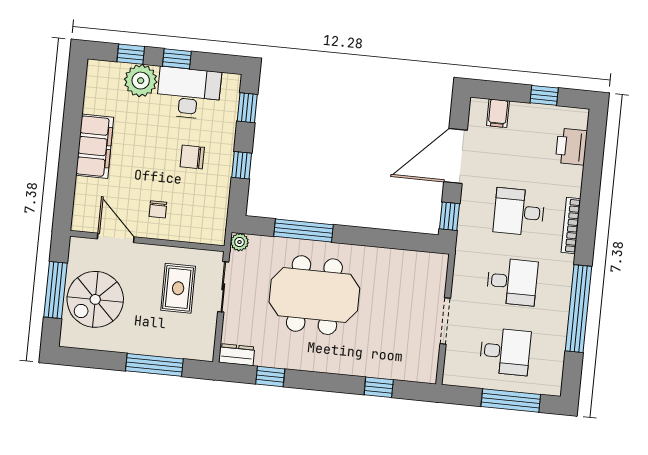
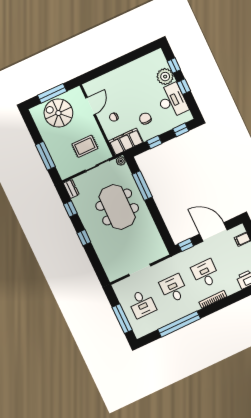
filing cabinet: (95, 146) -> (126, 142), moved, turned 180
desk: (512, 282) -> (174, 289), turned 180
window: (379, 387) -> (84, 238), moved

